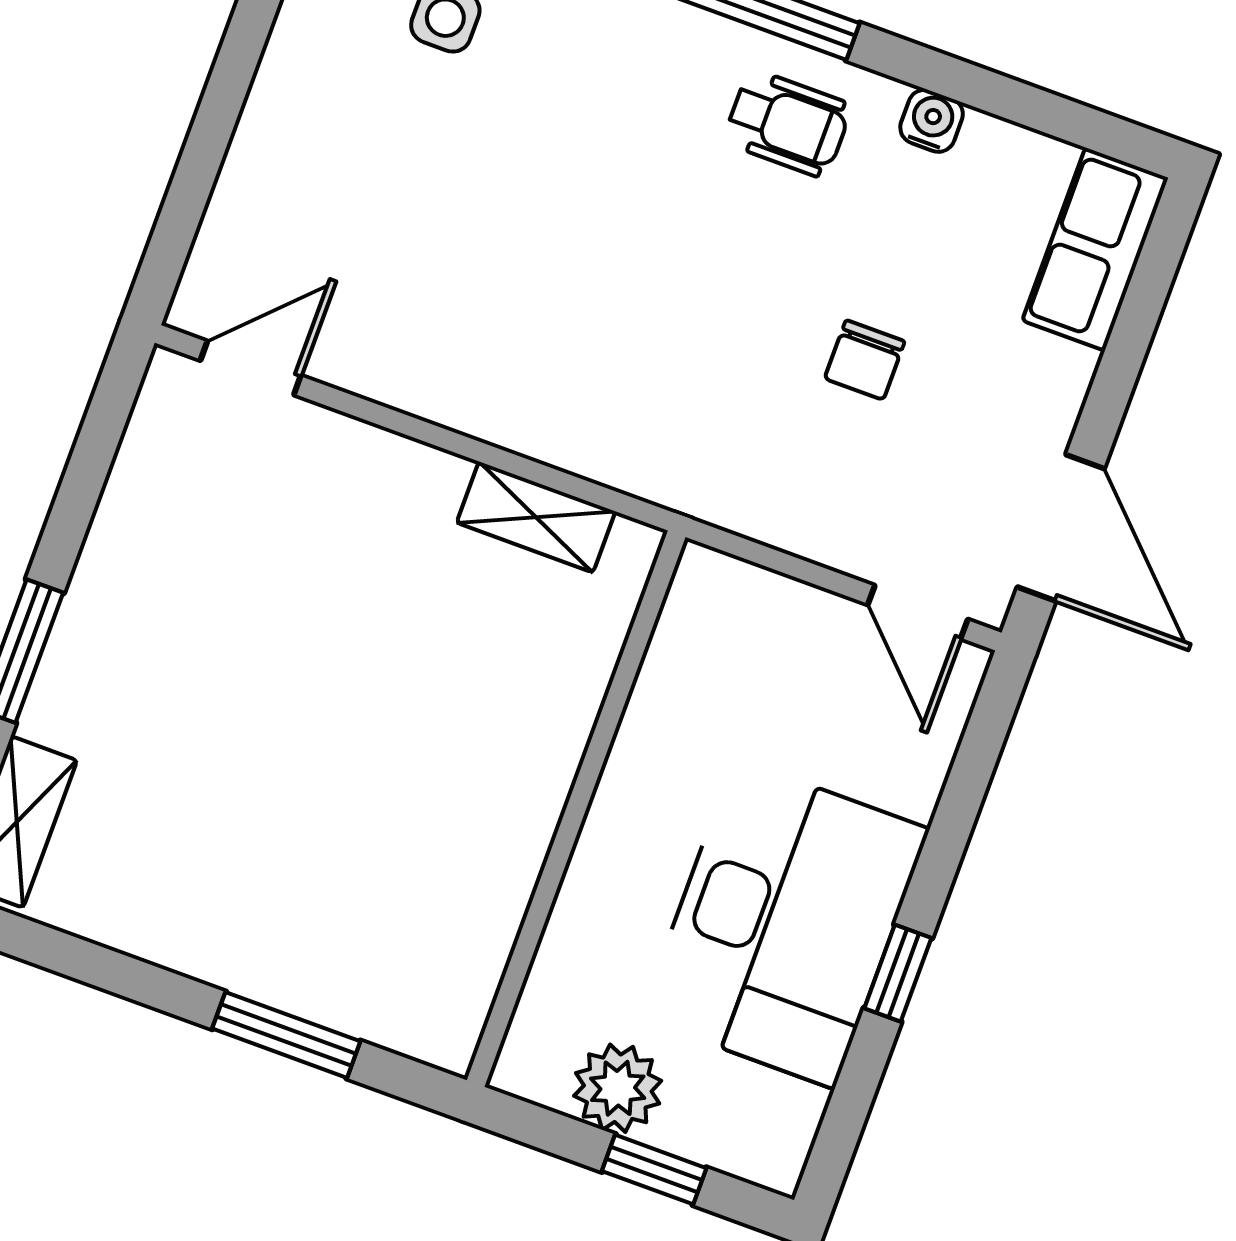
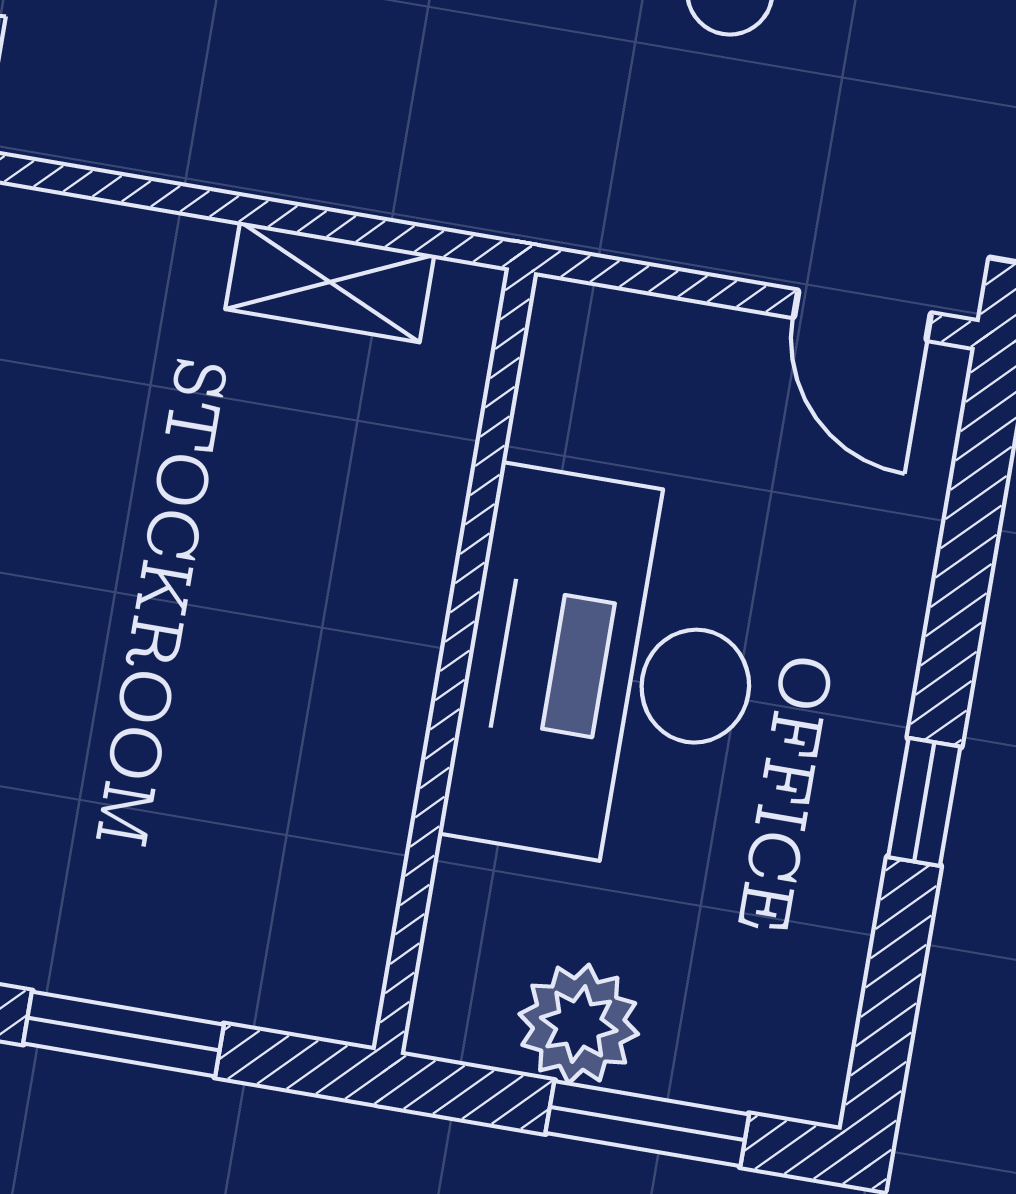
desk: (785, 923) -> (609, 671), moved, turned 180
window: (654, 1170) -> (647, 1124), width x1.50

